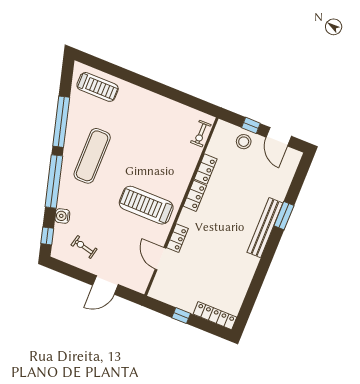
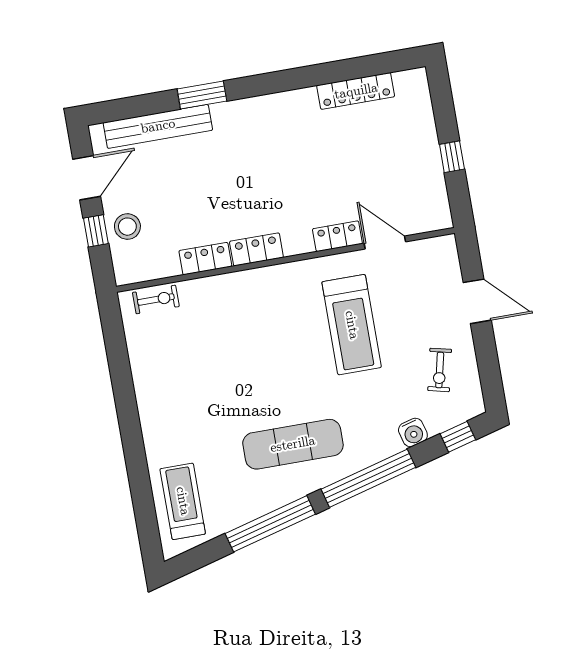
treadmill: (146, 205) -> (352, 325), moved
bench: (265, 228) -> (158, 126), moved
door: (160, 259) -> (385, 242), swing flipped
locker: (215, 316) -> (356, 91), moved, turned -90

